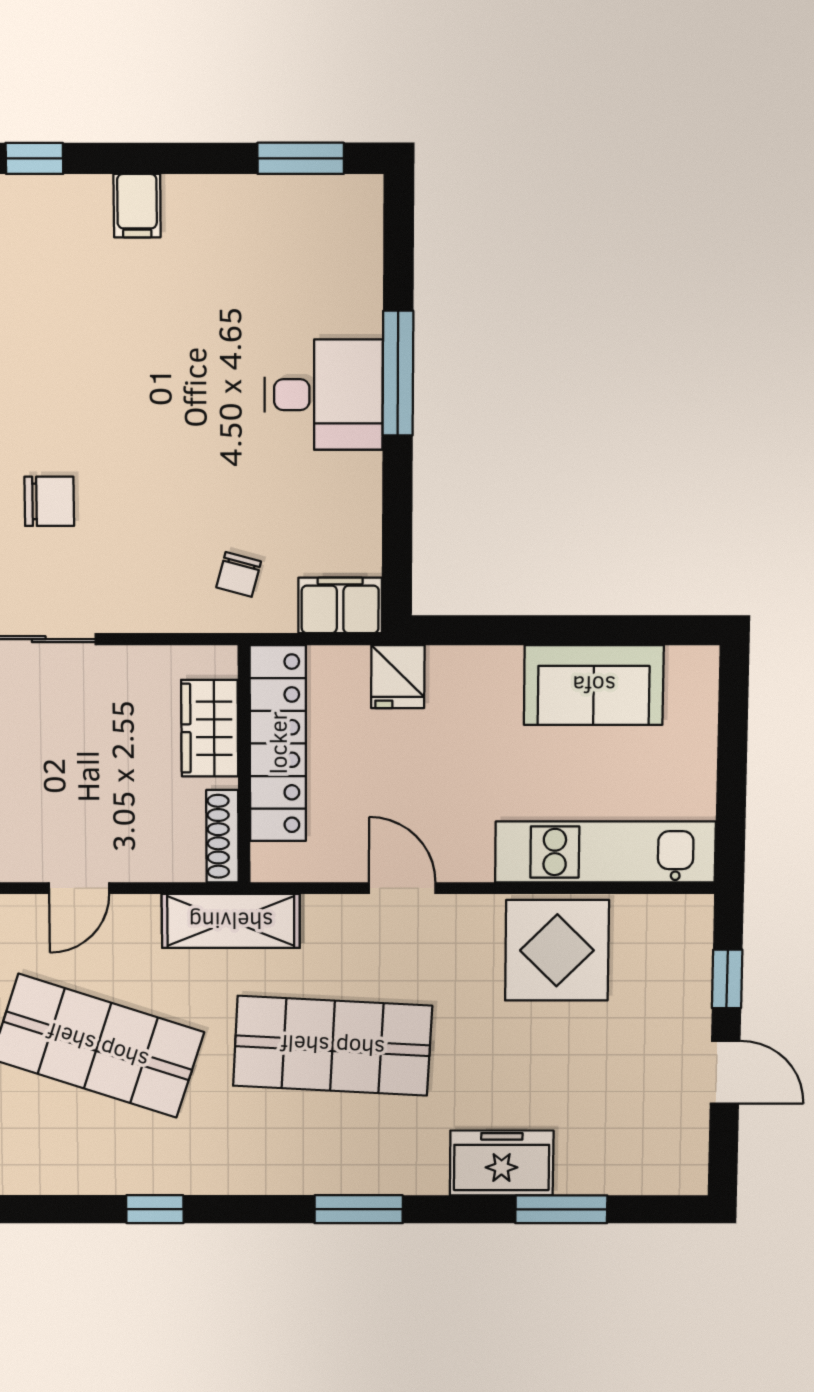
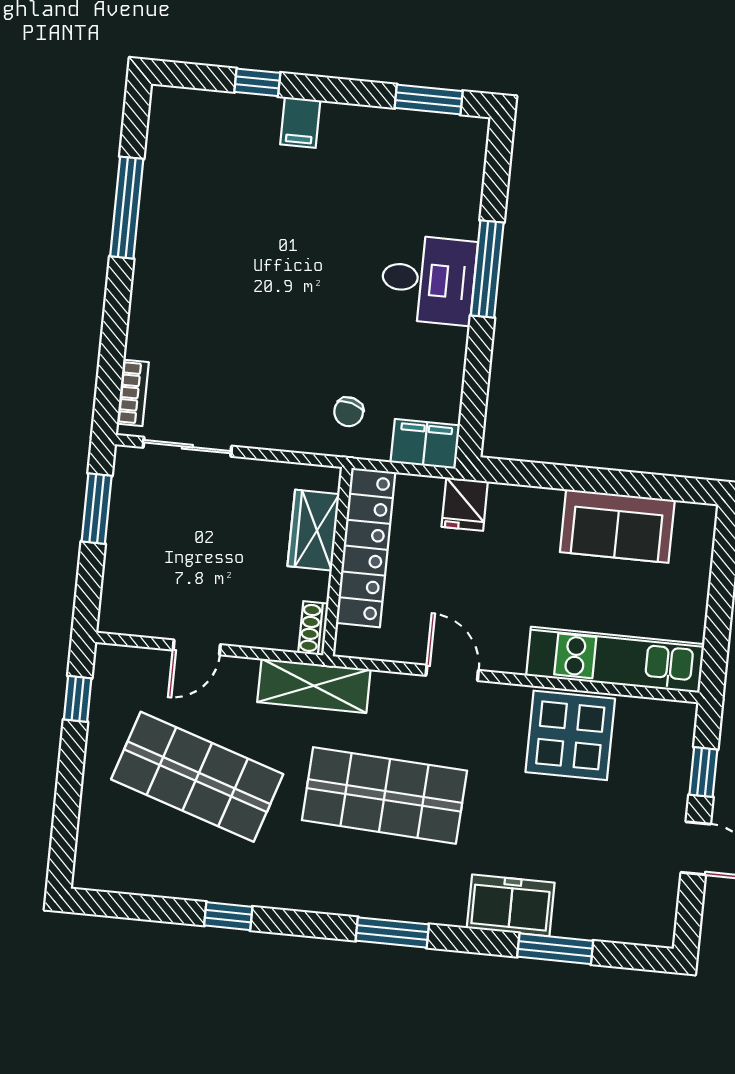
window: (34, 158) -> (257, 82), moved
chair: (49, 501) -> (208, 340), removed
shoe rack: (222, 836) -> (313, 628), width x0.70

